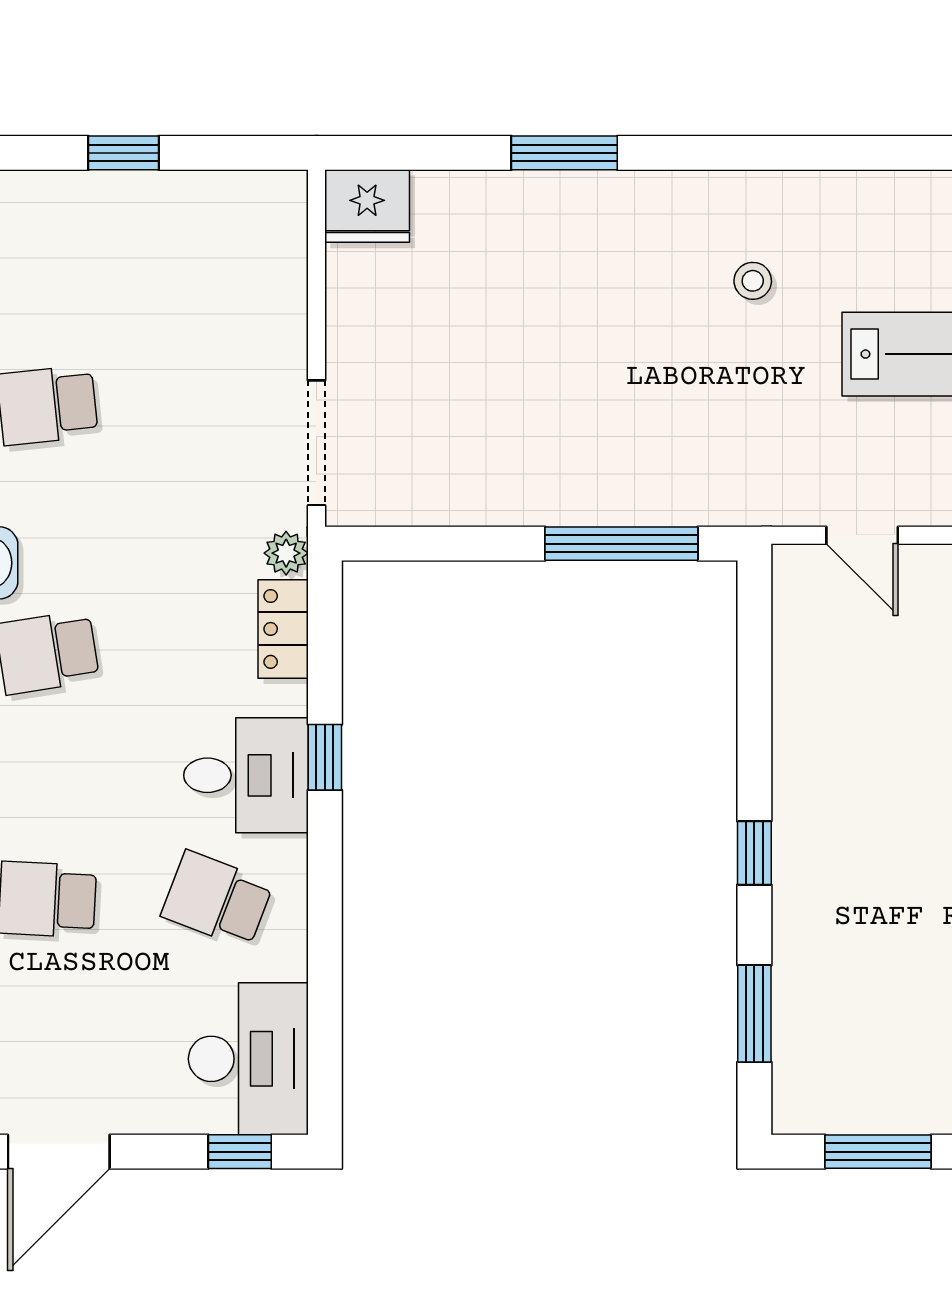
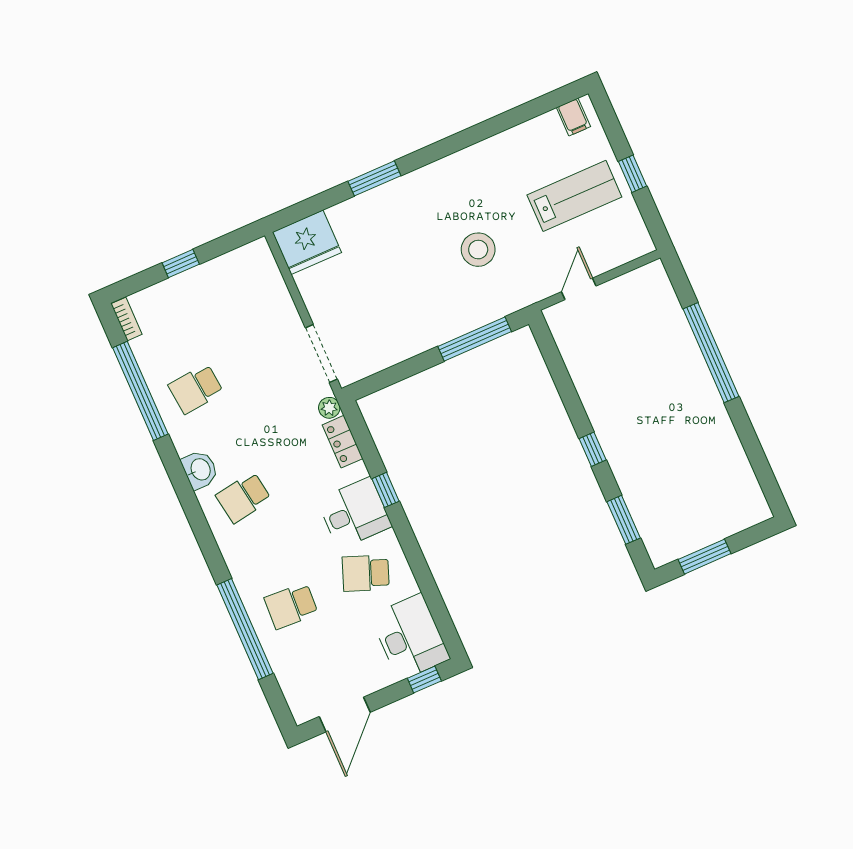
fridge: (367, 206) -> (307, 242), width x1.36, depth x1.34
stool: (753, 281) -> (478, 250), moved, width x1.89, depth x1.89
door: (862, 535) -> (579, 289), swing flipped

